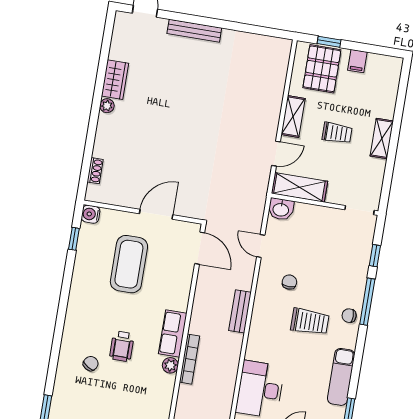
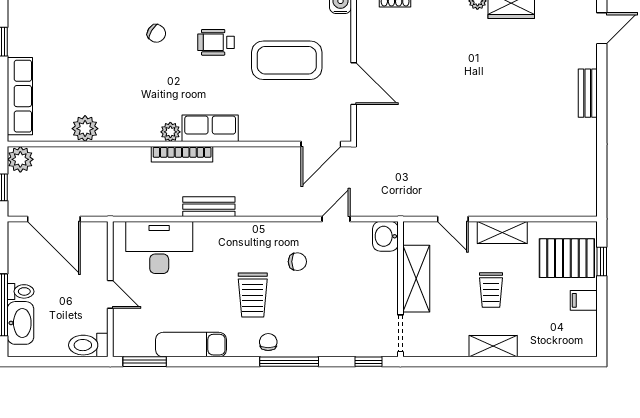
bench: (194, 31) -> (588, 93), width x0.73
shelving: (299, 187) -> (416, 279), moved
window: (375, 256) -> (368, 362), moved
bench: (240, 311) -> (209, 207), moved
wheelchair: (122, 346) -> (216, 42), moved

